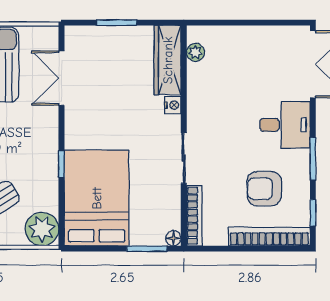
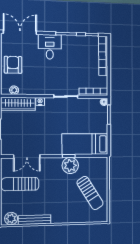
armchair: (264, 189) -> (13, 65), moved, turned 180
bed: (97, 198) -> (85, 144), width x0.67
plant: (42, 229) -> (70, 165), moved

